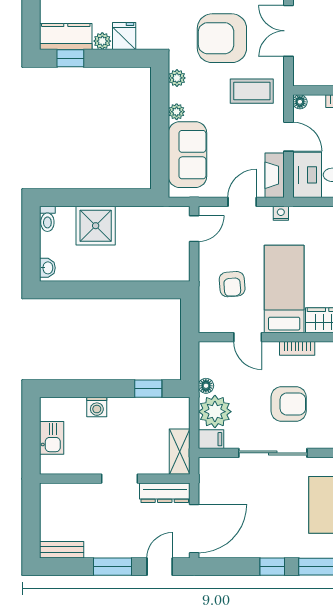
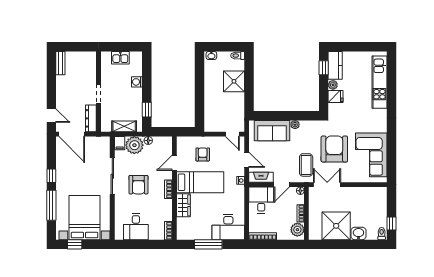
double door: (289, 31) -> (327, 185), moved
plant: (177, 78) -> (313, 125), removed
armchair: (232, 284) -> (203, 154), turned 94
shelving: (180, 452) -> (124, 126), moved
window: (112, 567) -> (51, 90), removed

